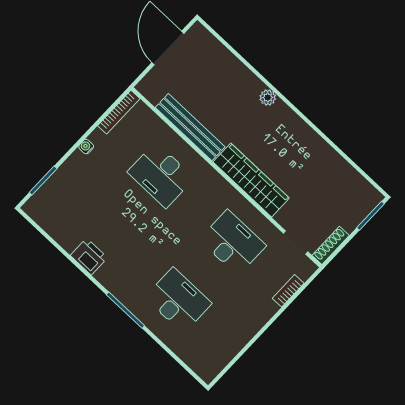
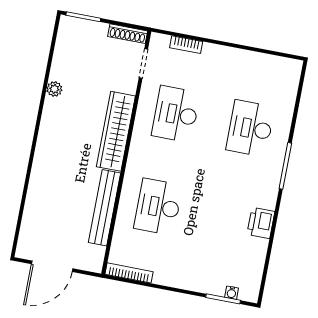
plant: (268, 98) -> (54, 89), moved
water cooler: (86, 147) -> (232, 293), moved
desk: (161, 175) -> (158, 207), turned 180

